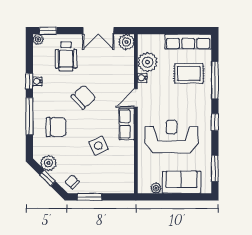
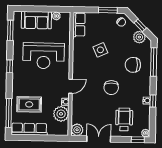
window: (215, 80) -> (9, 113), moved
chair: (83, 97) -> (111, 88), turned -49
window: (29, 116) -> (154, 62), moved
row of seats: (127, 124) -> (79, 25), moved

